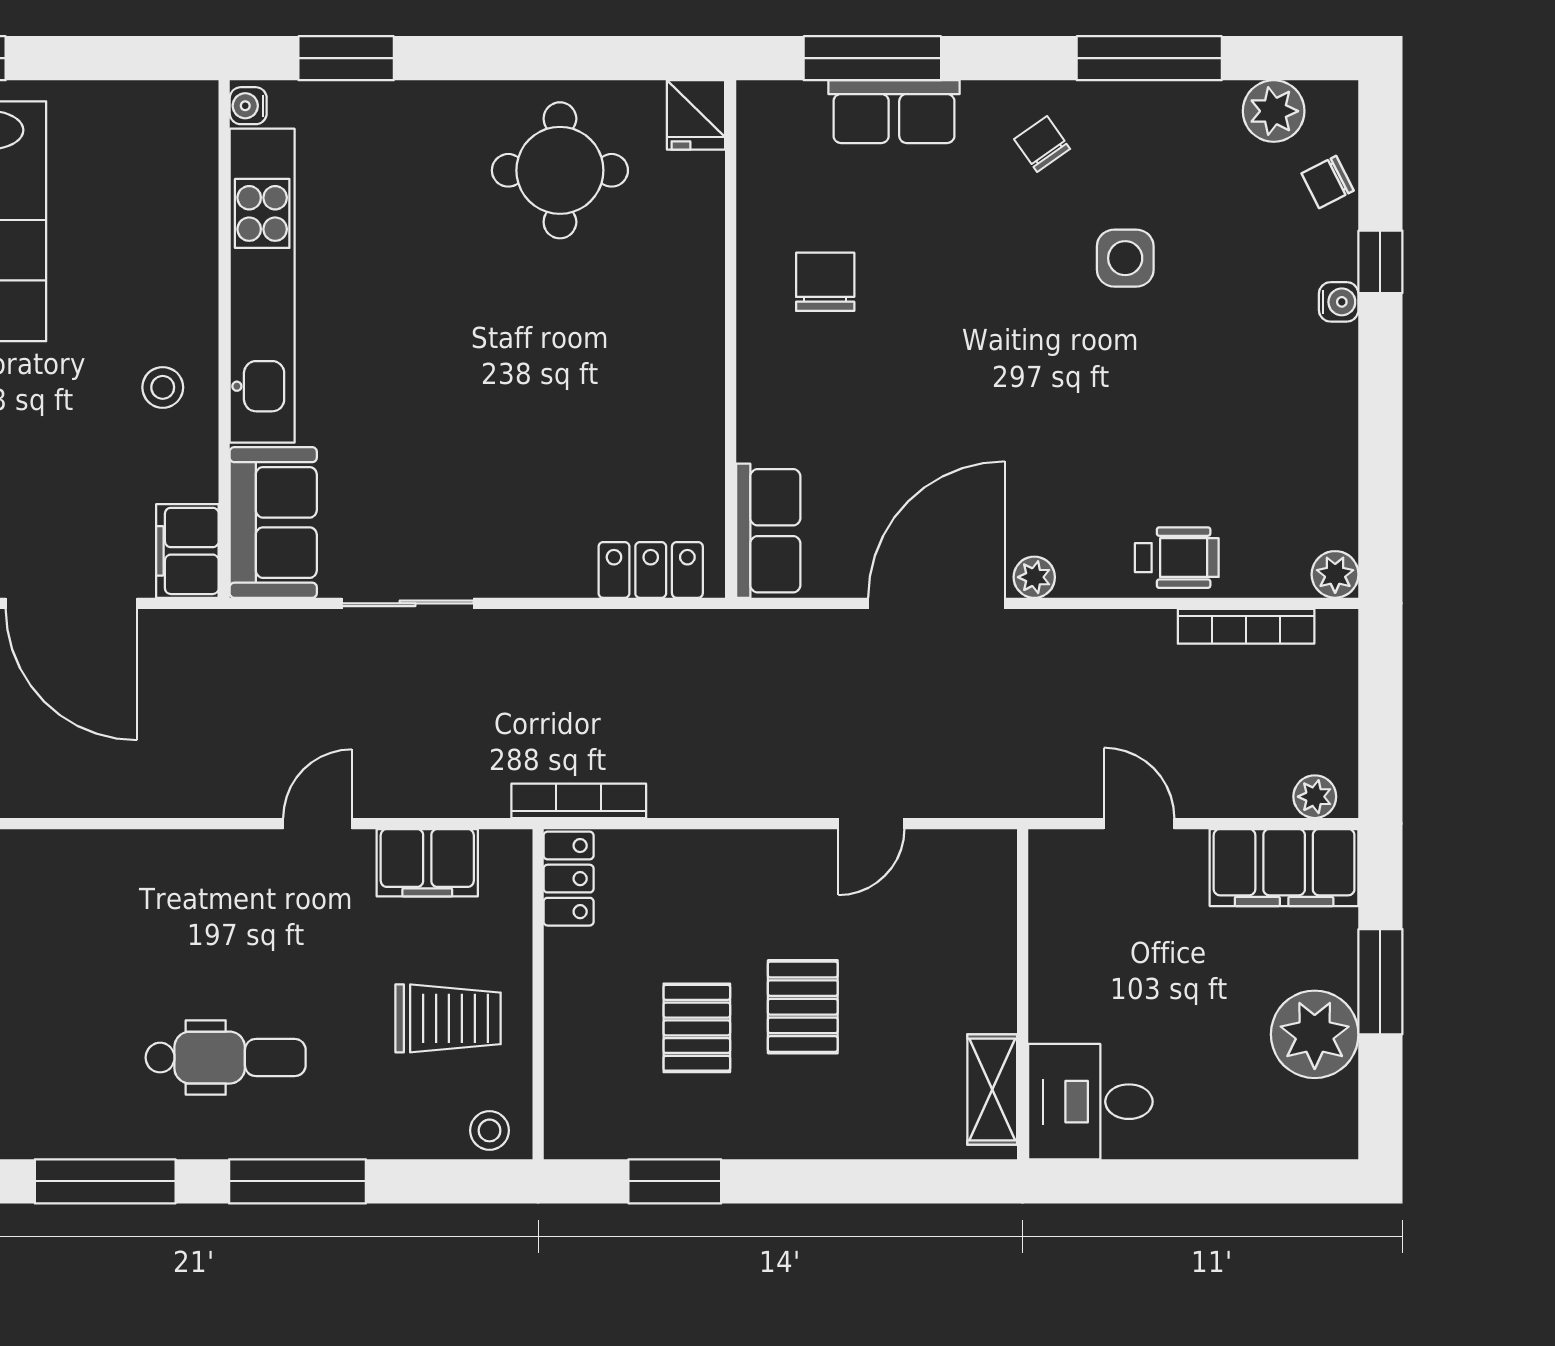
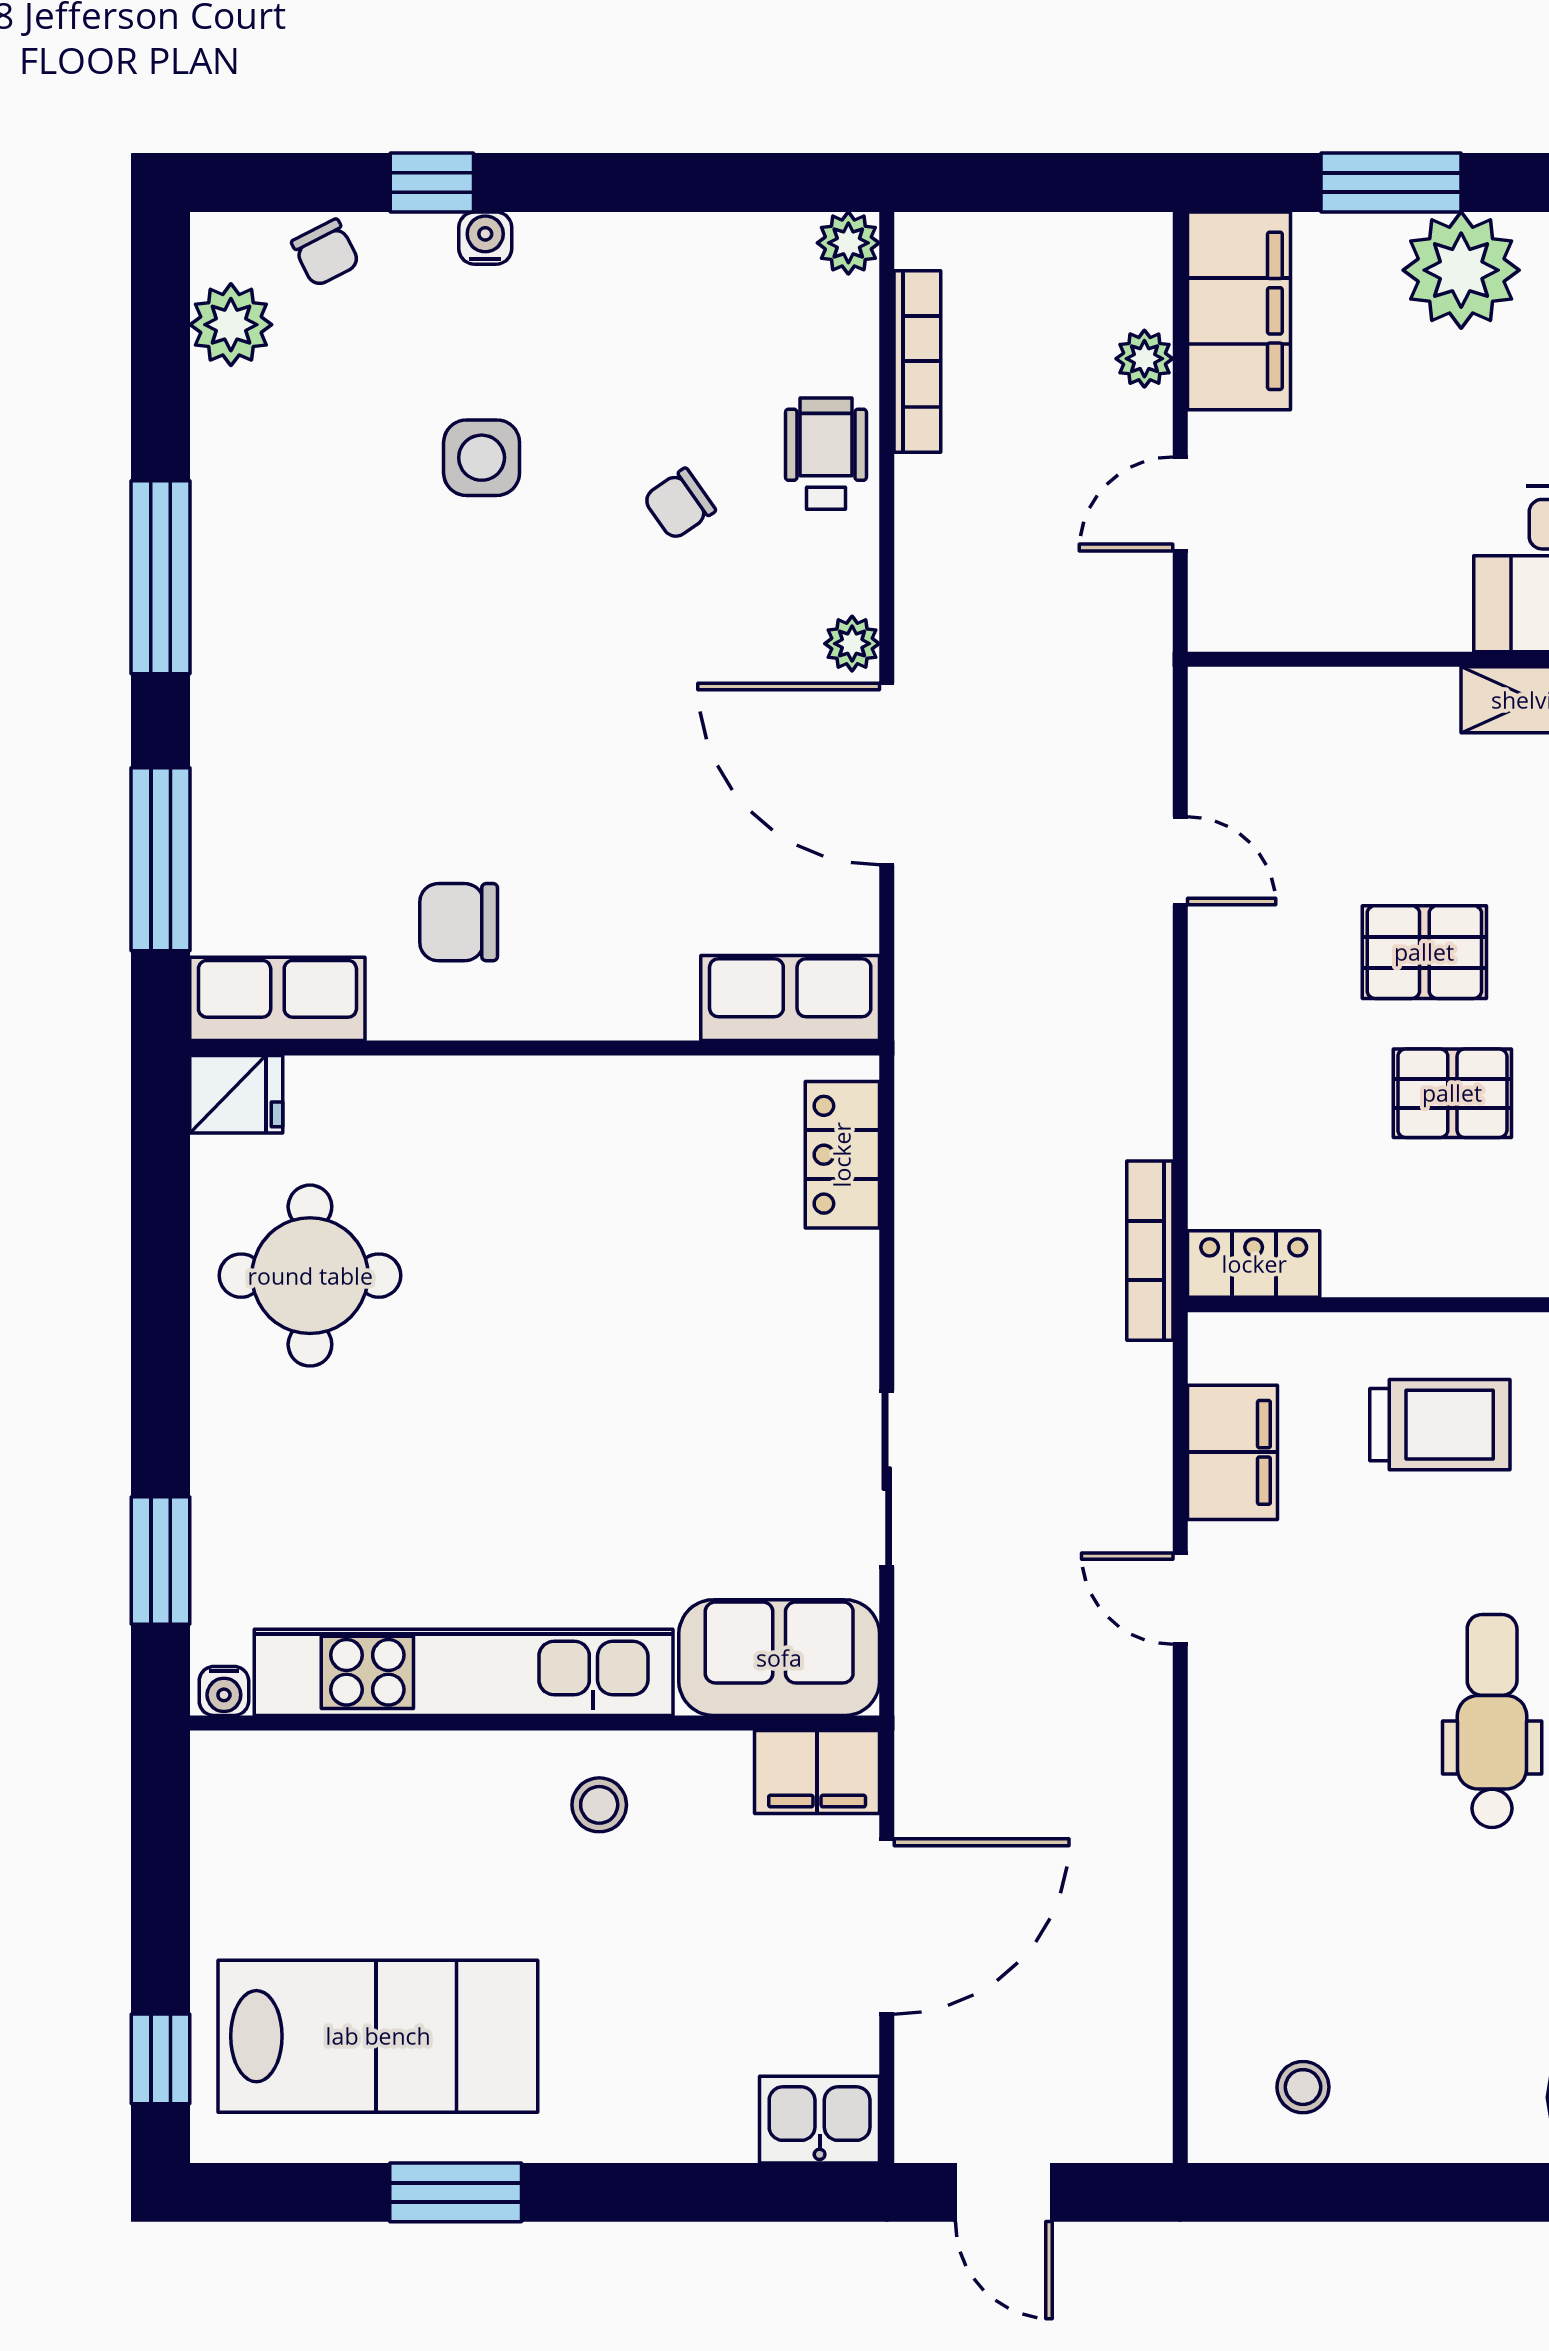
window: (1149, 58) -> (161, 577), moved
row of seats: (894, 112) -> (277, 999), moved, turned -90
chair: (1042, 144) -> (679, 504), moved
side table: (1125, 258) -> (482, 458), moved
plant: (1315, 797) -> (1144, 359), moved
trolley: (448, 1018) -> (1440, 1425), turned 90

